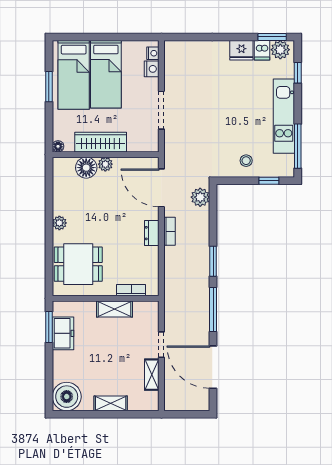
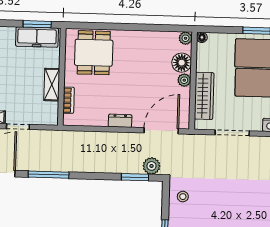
wardrobe: (101, 142) -> (204, 96), moved
stool: (246, 161) -> (183, 197), moved
plant: (59, 223) -> (186, 38), moved
bookcase: (170, 231) -> (121, 137), removed
window: (213, 261) -> (135, 177), moved
freezer: (63, 333) -> (37, 37), width x1.40

